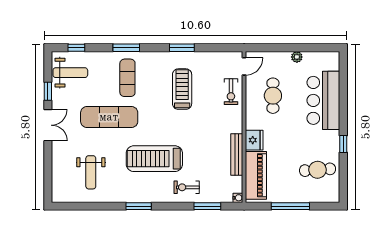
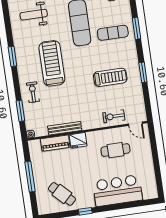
plant: (297, 57) -> (149, 165), removed
cafe table: (318, 170) -> (62, 194), turned -41
piano: (256, 175) -> (55, 143), width x0.73, depth x0.75

